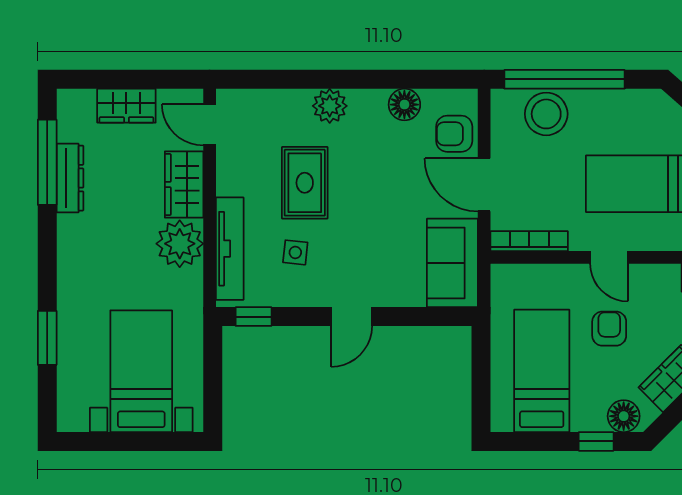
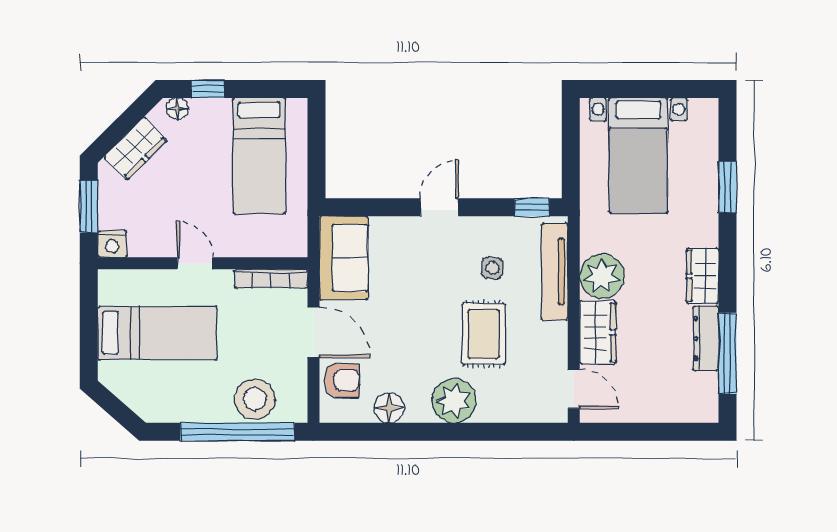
wardrobe: (126, 106) -> (702, 276), moved, turned -90
plant: (330, 106) -> (454, 401), width x1.36, depth x1.36
armchair: (609, 329) -> (195, 196), removed
floor lamp: (624, 416) -> (177, 109), width x0.73, depth x0.73

